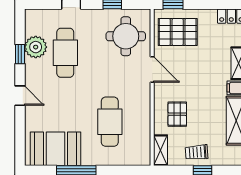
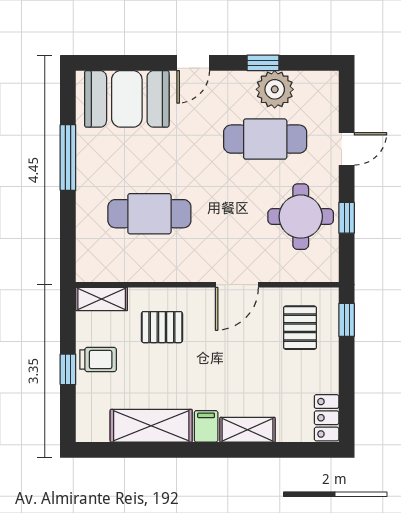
pallet: (178, 32) -> (300, 328), width x0.67, depth x0.71
round table: (126, 36) -> (301, 217), moved
booth: (56, 149) -> (127, 99), moved, turned 90
trolley: (197, 152) -> (98, 360), turned 94

